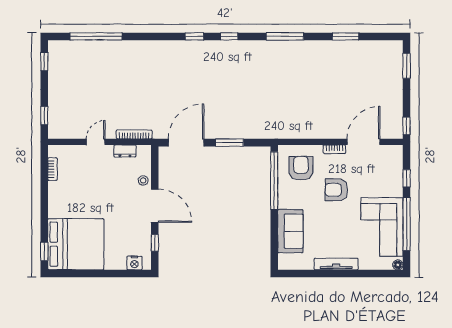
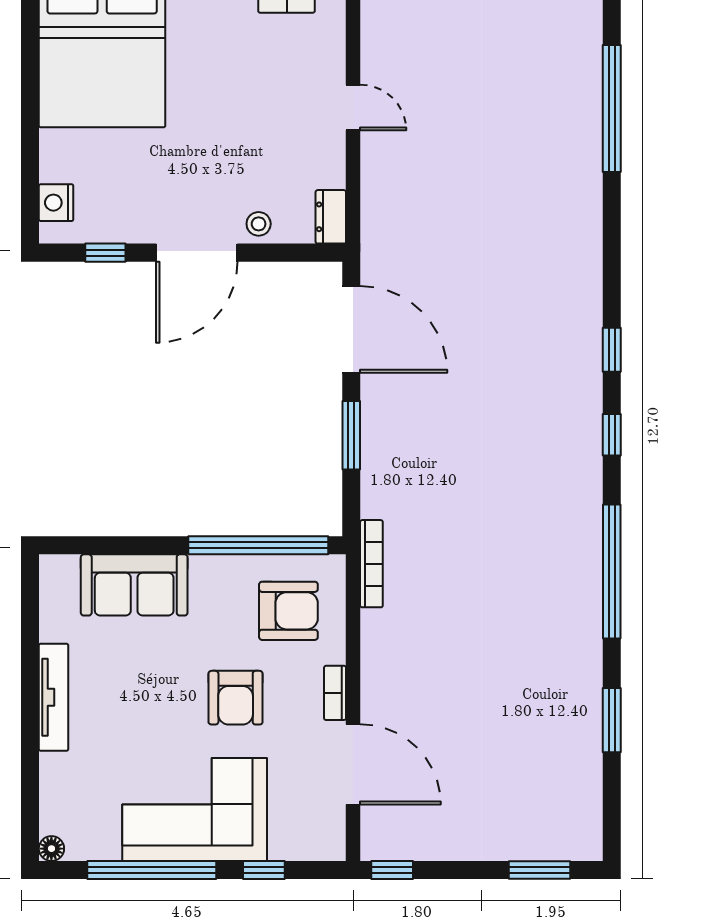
window: (285, 36) -> (612, 571), width x1.46
bookcase: (134, 134) -> (371, 564), moved
dresser: (125, 151) -> (331, 217), moved
armchair: (336, 190) -> (236, 698), turned 180
corner sofa: (382, 227) -> (195, 810), moved

